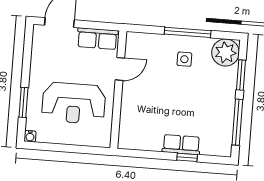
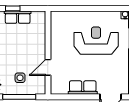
door: (120, 69) -> (48, 67), moved
wall: (118, 90) -> (48, 53), moved

